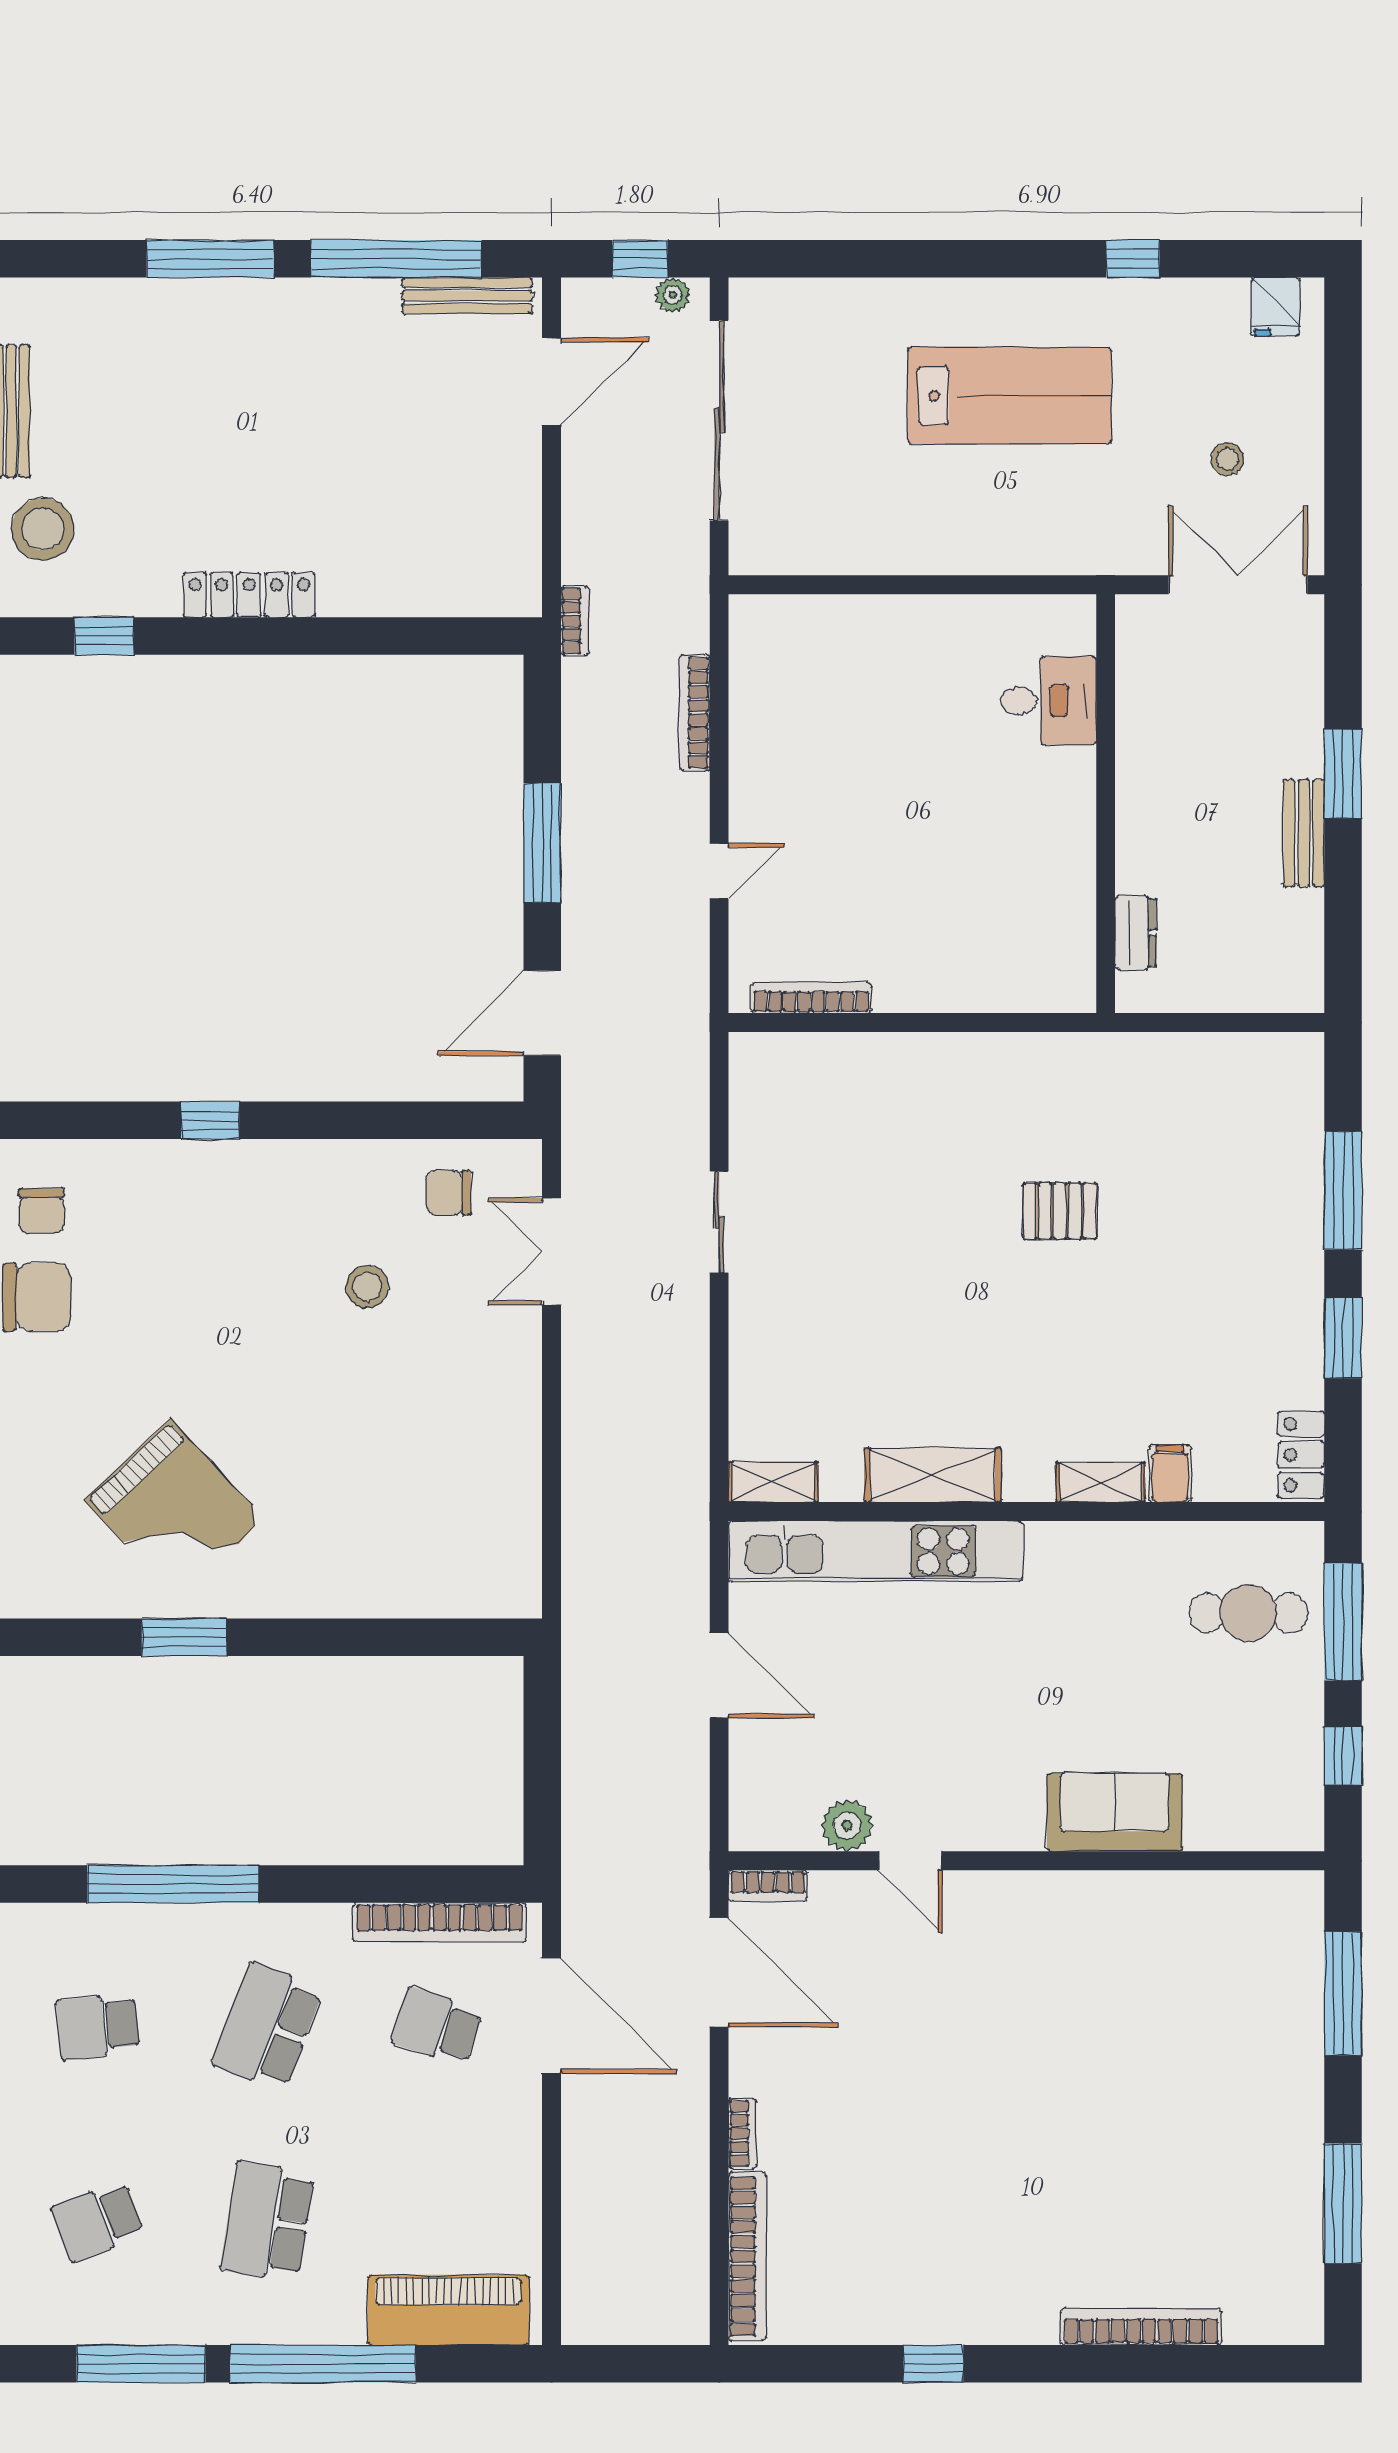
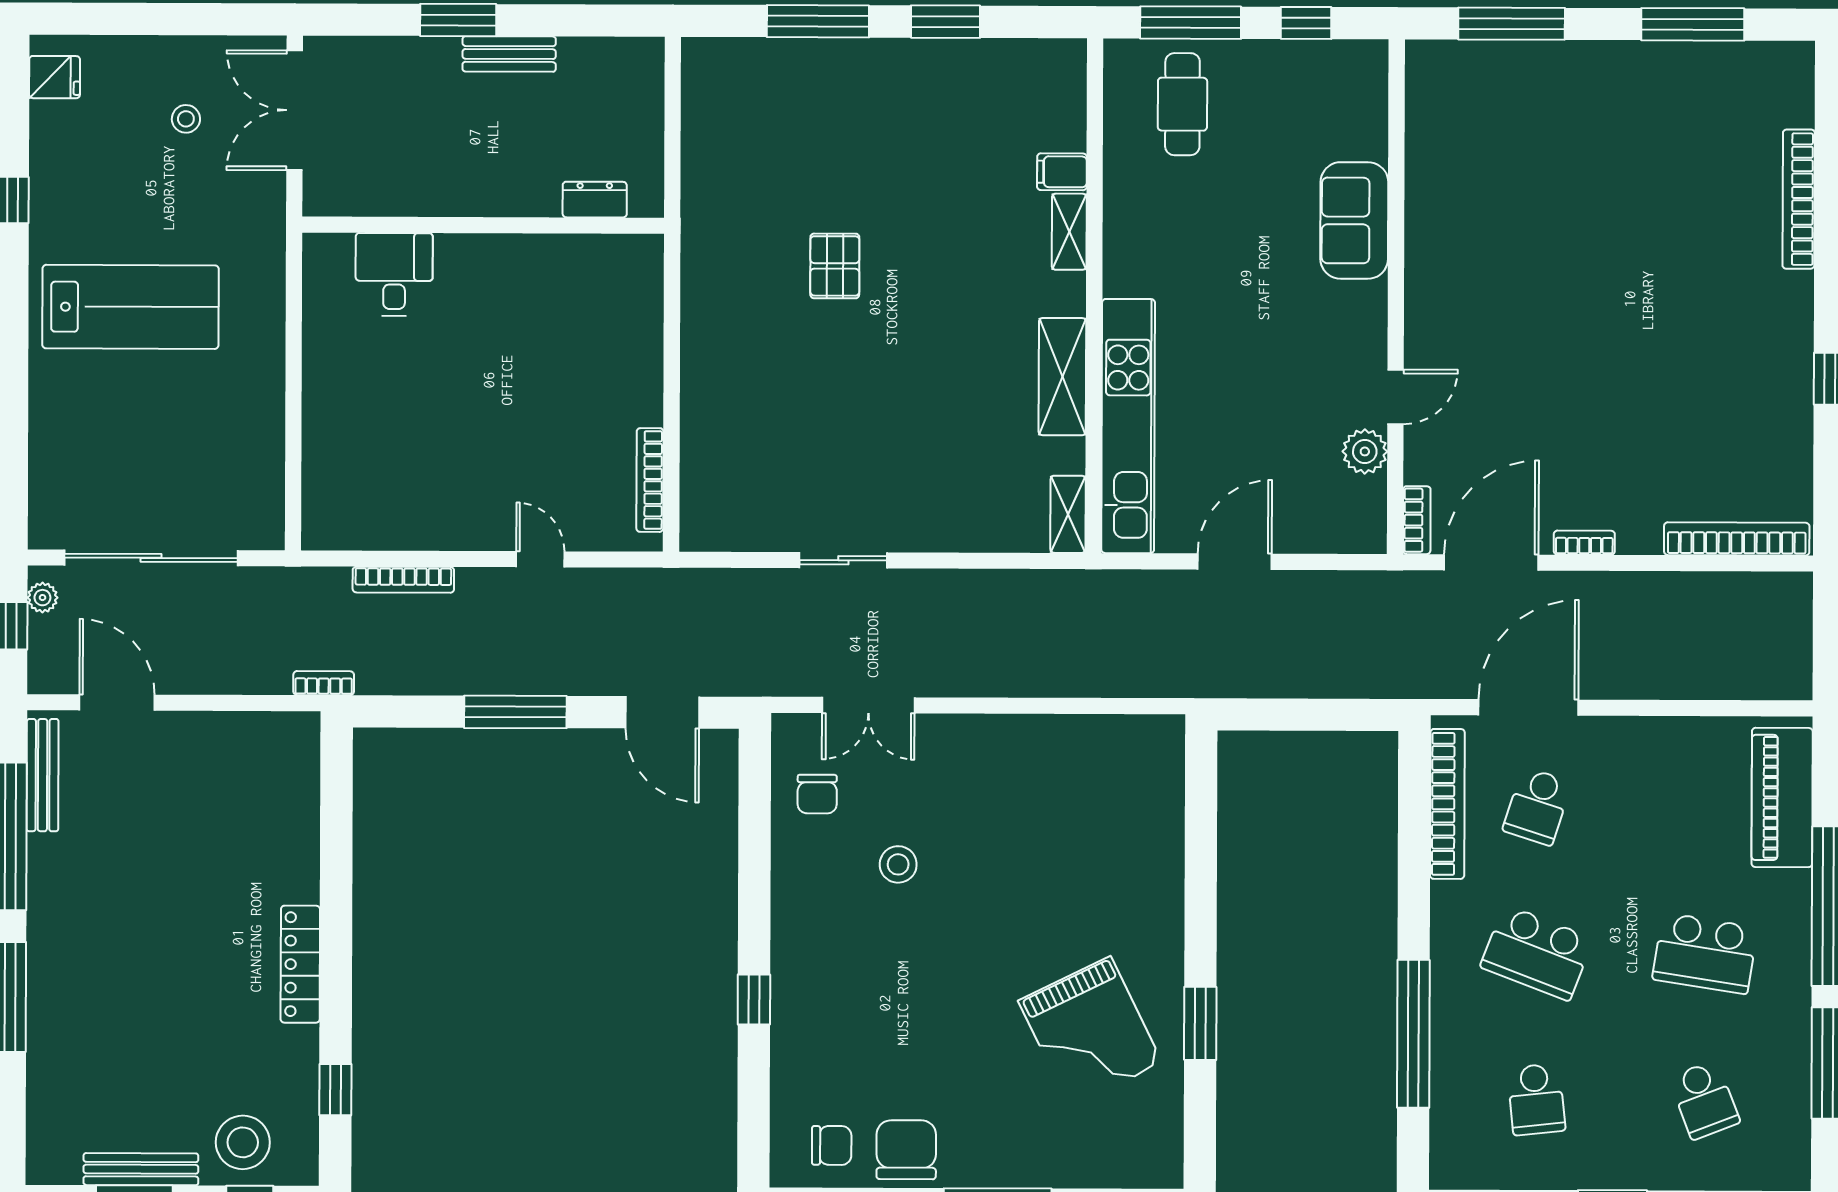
lab bench: (1010, 396) -> (131, 307), turned 90
locker: (1301, 1455) -> (1046, 58), removed
grand piano: (174, 1510) -> (1090, 1032), turned 107
bookcase: (743, 2133) -> (1584, 543), moved

